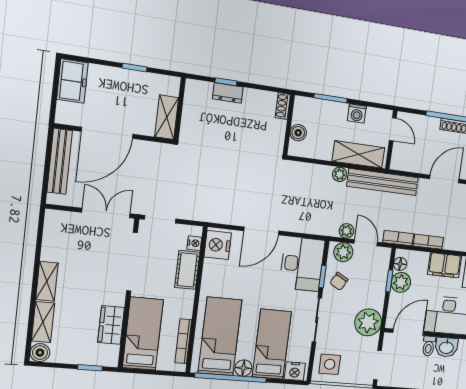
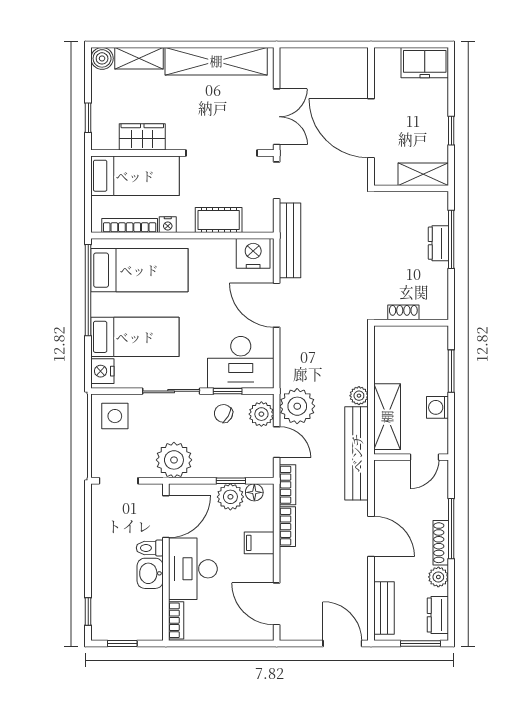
window: (226, 82) -> (451, 239), width x2.17
shoe rack: (283, 106) -> (403, 312), moved
shelving: (167, 117) -> (423, 174), moved
door: (107, 133) -> (371, 128), moved
boiler: (298, 133) -> (403, 336), removed
bench: (60, 161) -> (290, 240), moved, turned 90
plant: (346, 231) -> (297, 406), width x1.88, depth x1.88
nightstand: (194, 243) -> (168, 225), moved
door: (366, 243) -> (277, 442), hinge flipped
filing cabinet: (445, 265) -> (259, 543), width x0.50
shelving: (47, 281) -> (216, 61), width x2.20, depth x1.33
door: (408, 332) -> (166, 517), hinge flipped
floor lamp: (243, 368) -> (102, 304), removed

